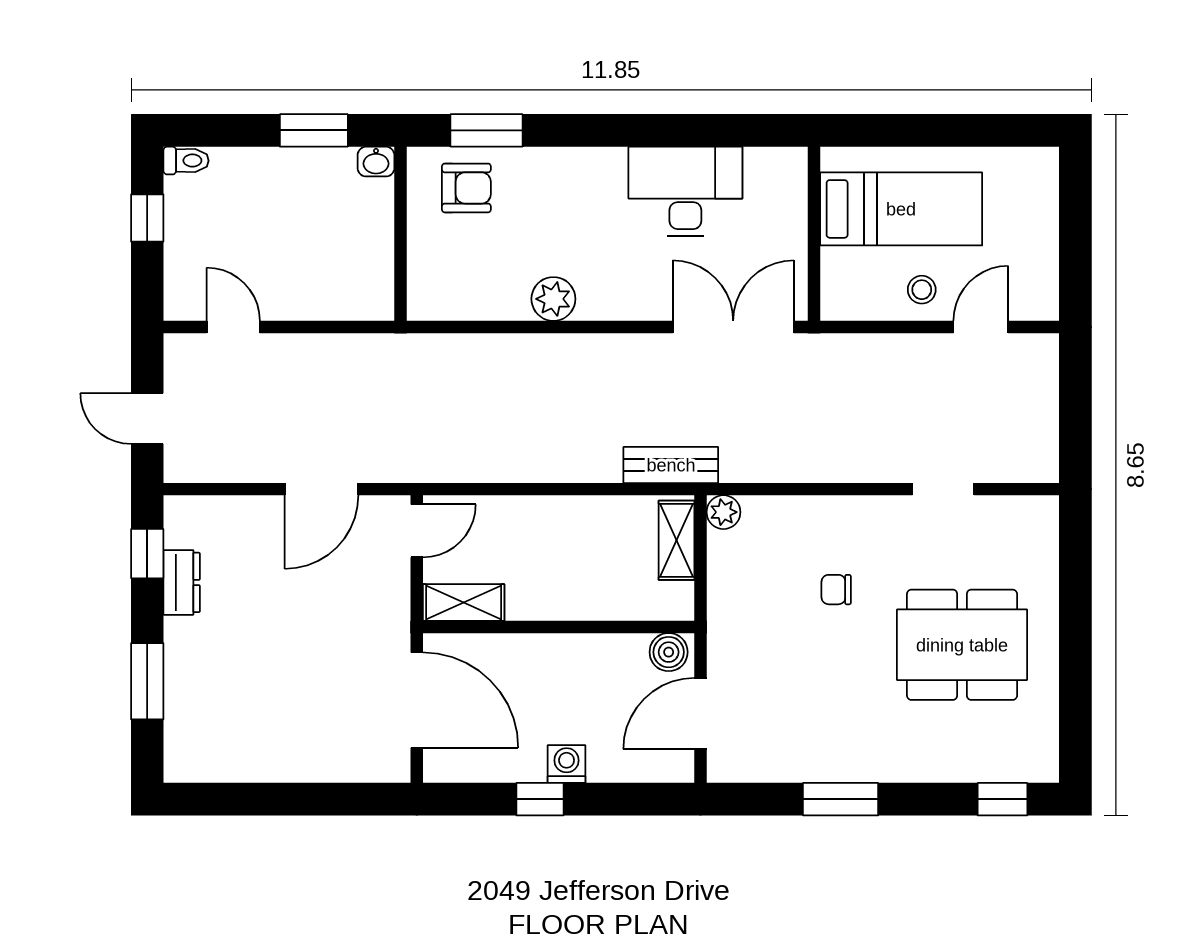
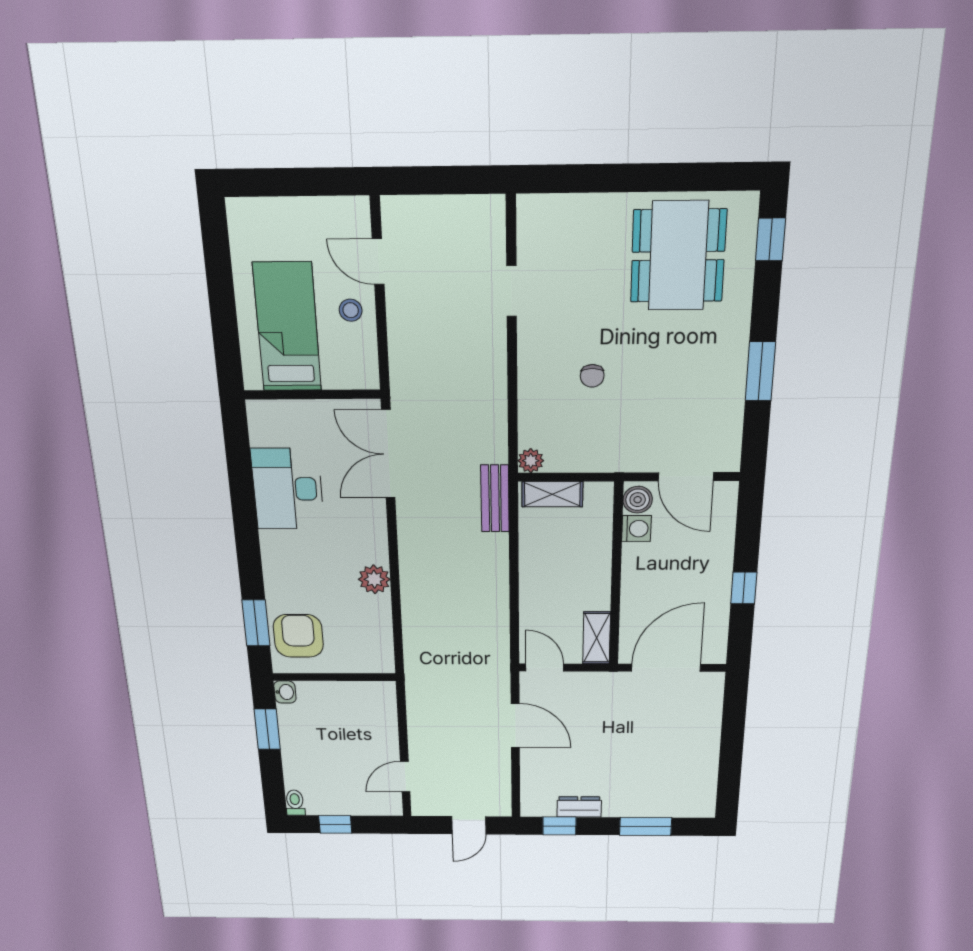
armchair: (466, 188) -> (298, 636), width x1.38, depth x1.38
dining table: (962, 645) -> (678, 256), moved
washing machine: (567, 764) -> (636, 529), moved, turned 180

